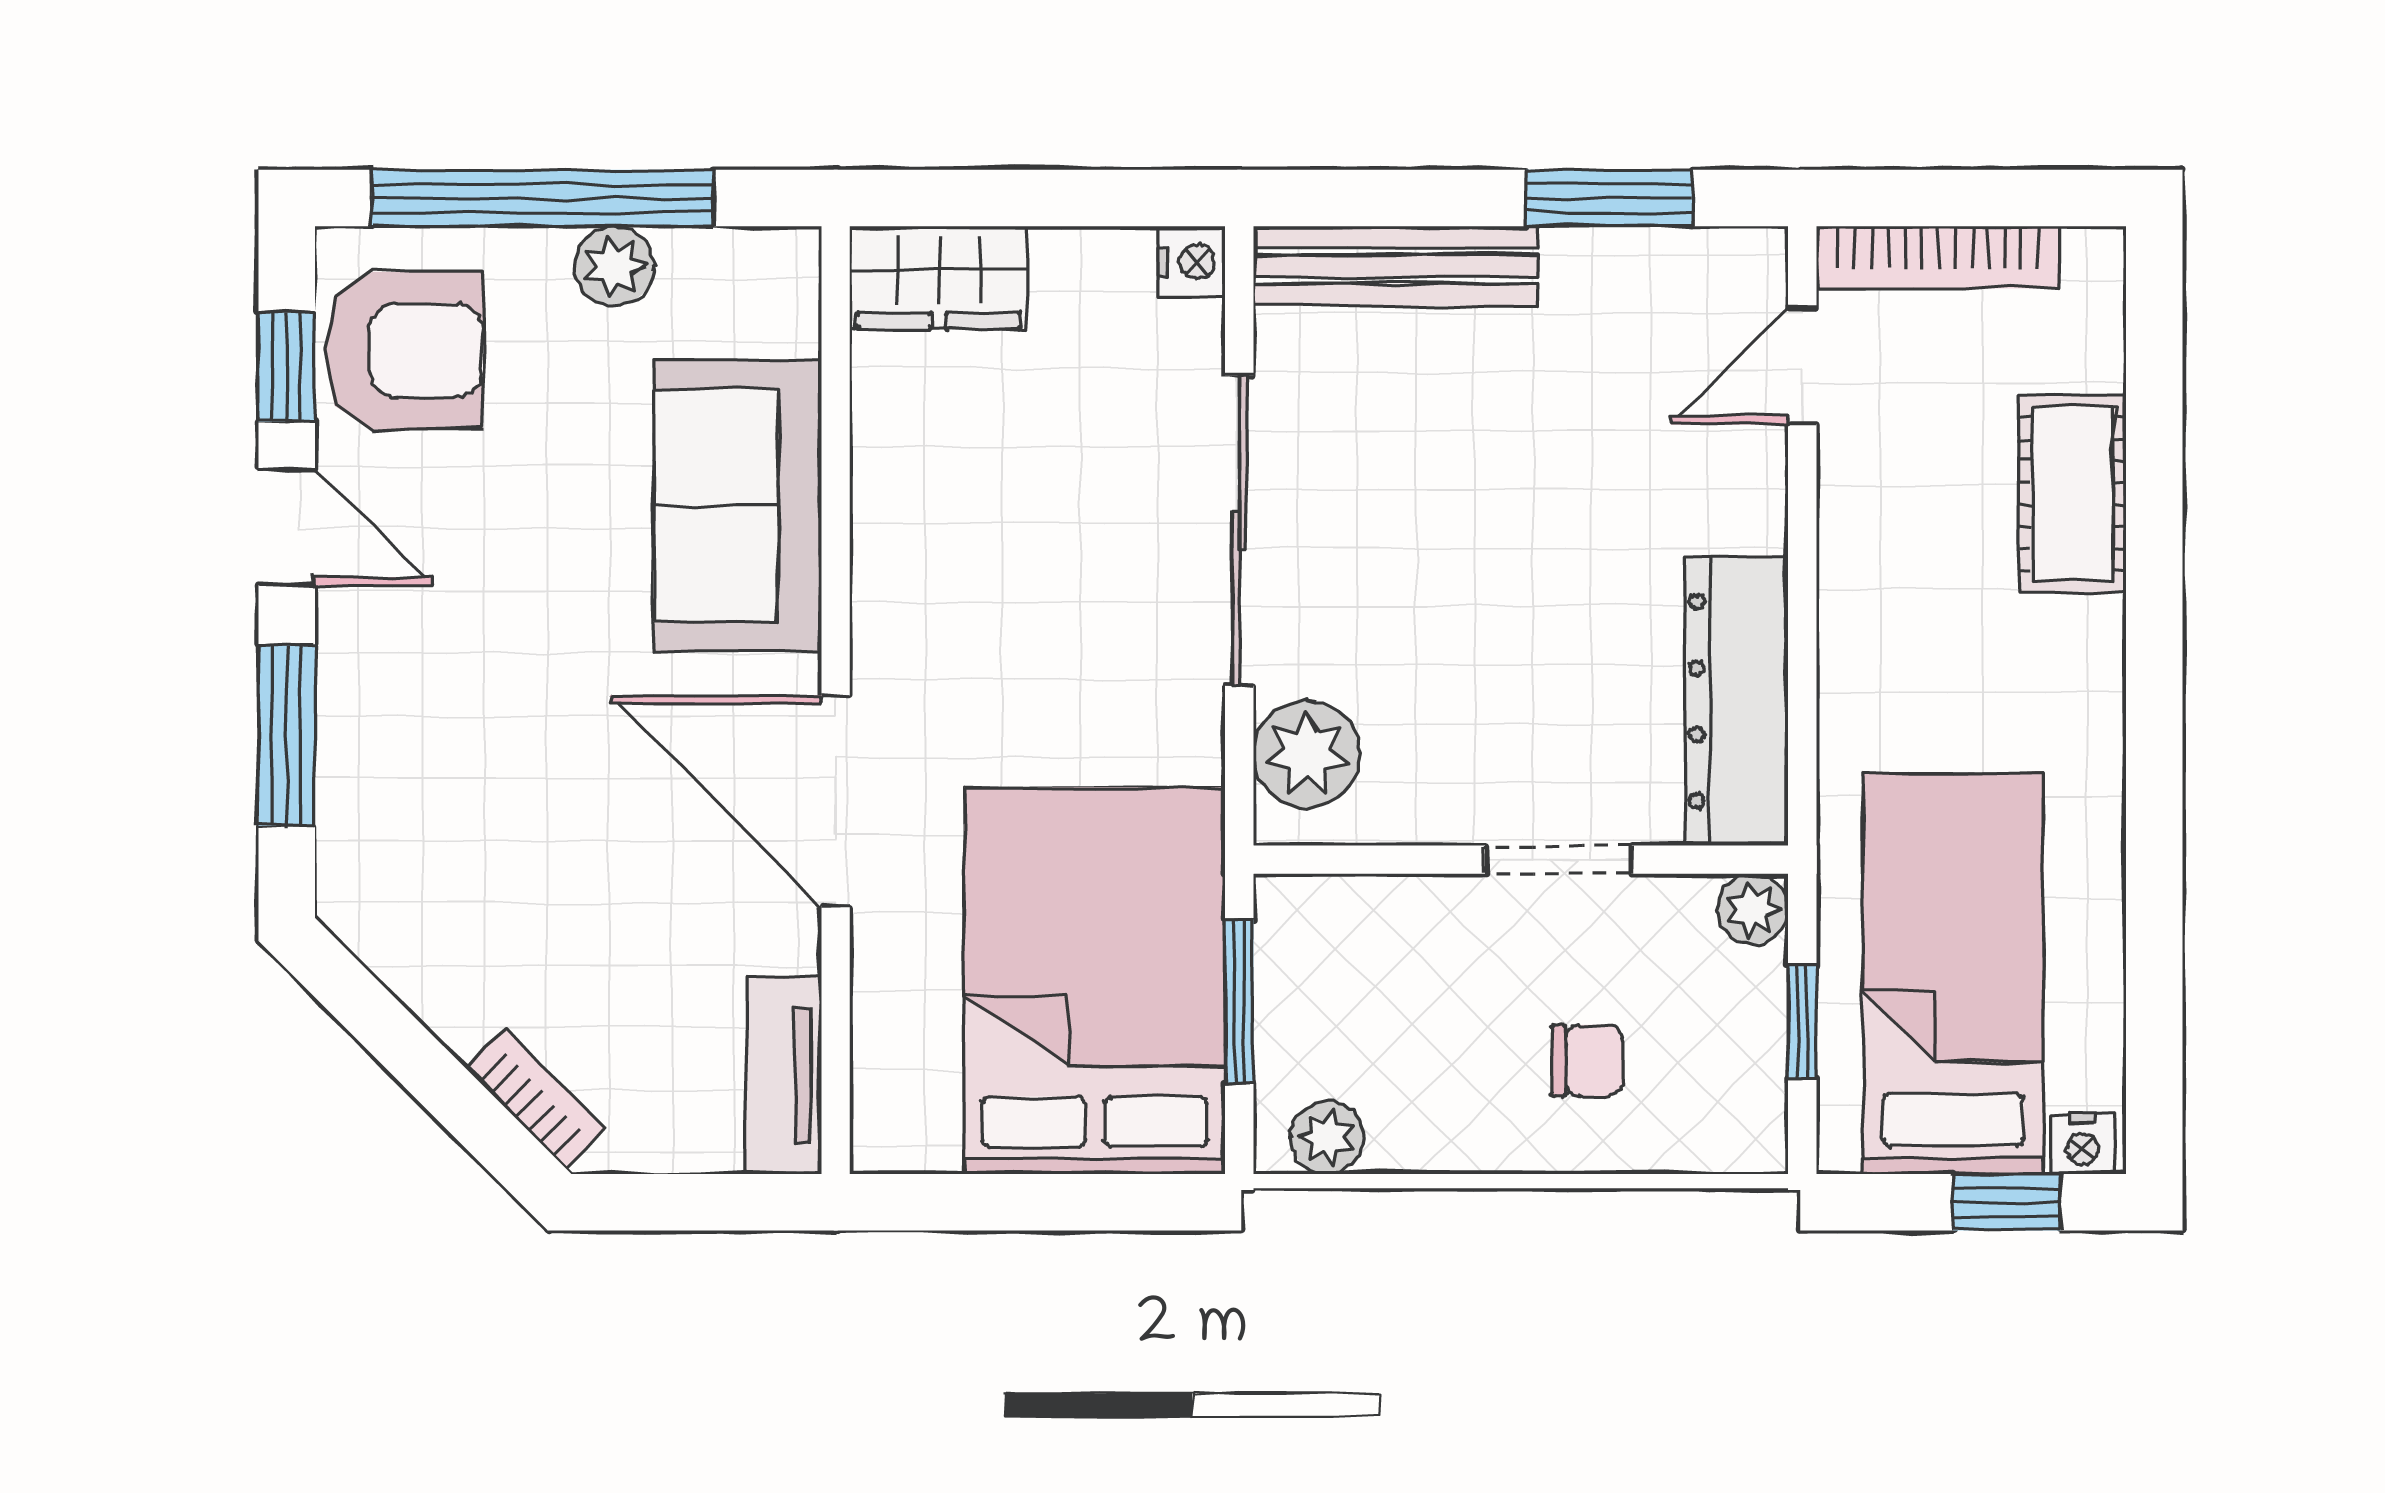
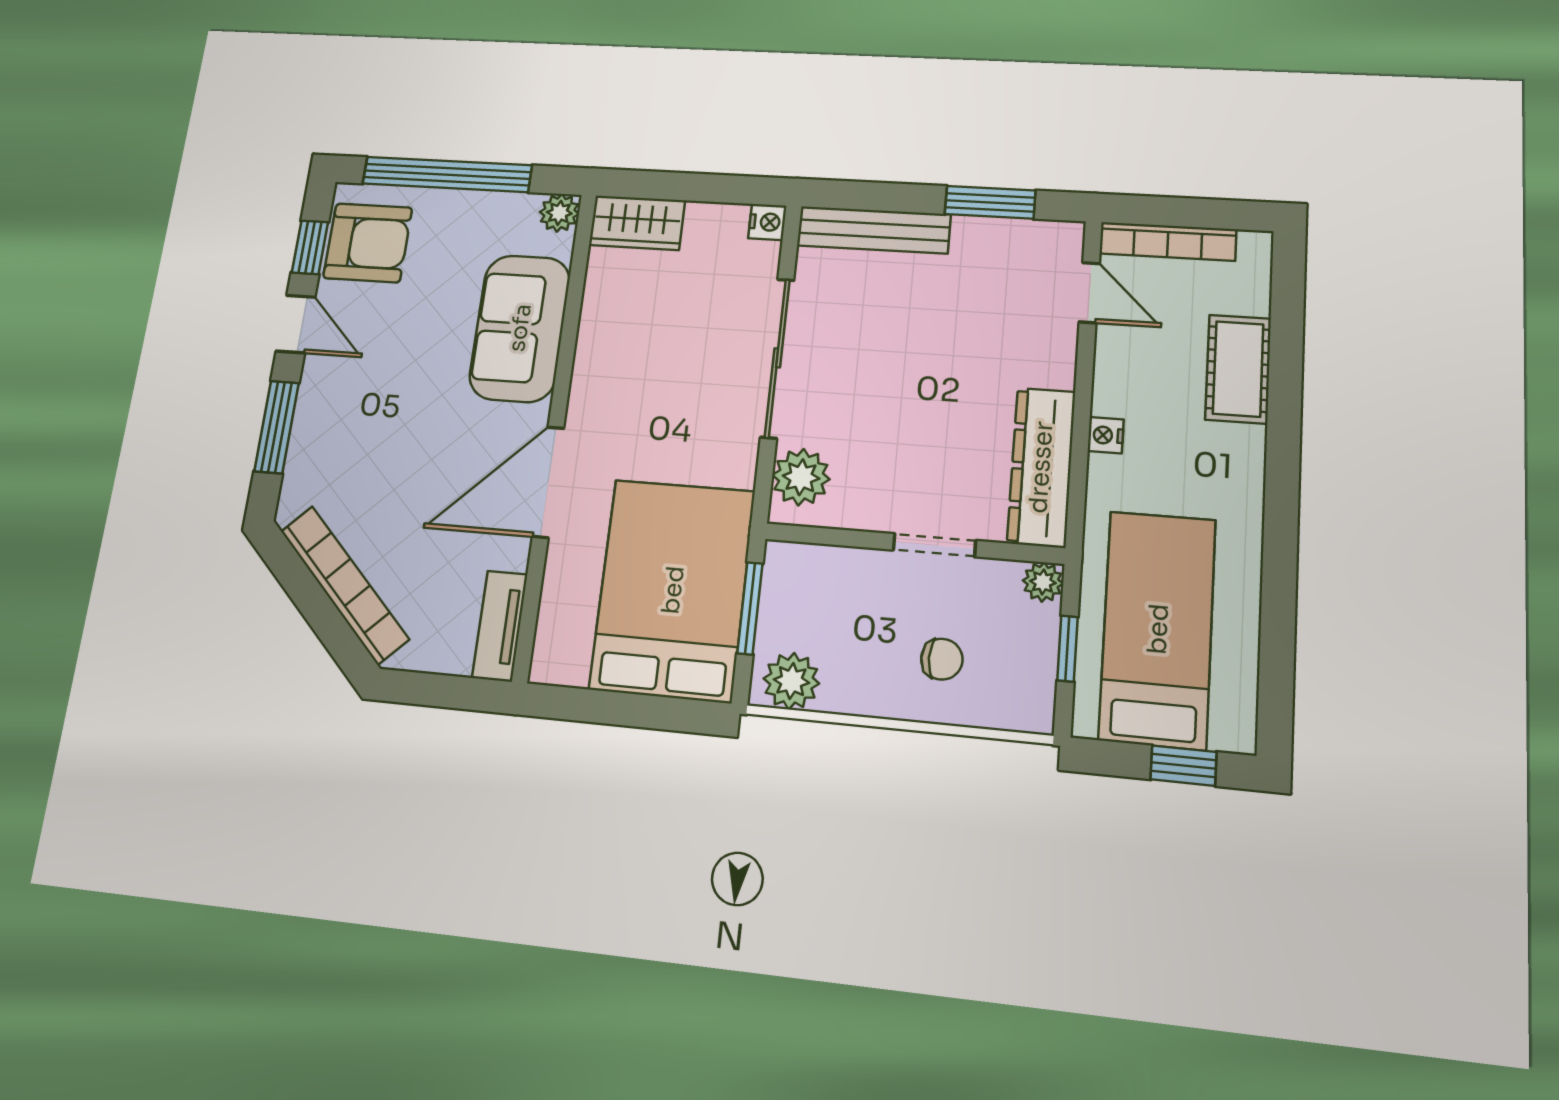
plant: (614, 266) -> (559, 213), moved
door: (1802, 366) -> (1089, 293), swing flipped
door: (836, 801) -> (548, 482), hinge flipped
bookcase: (535, 1098) -> (344, 585), width x2.31, depth x1.31
plant: (1327, 1138) -> (791, 681), width x1.38, depth x1.38
nightstand: (2083, 1144) -> (1106, 435), moved, turned 90

